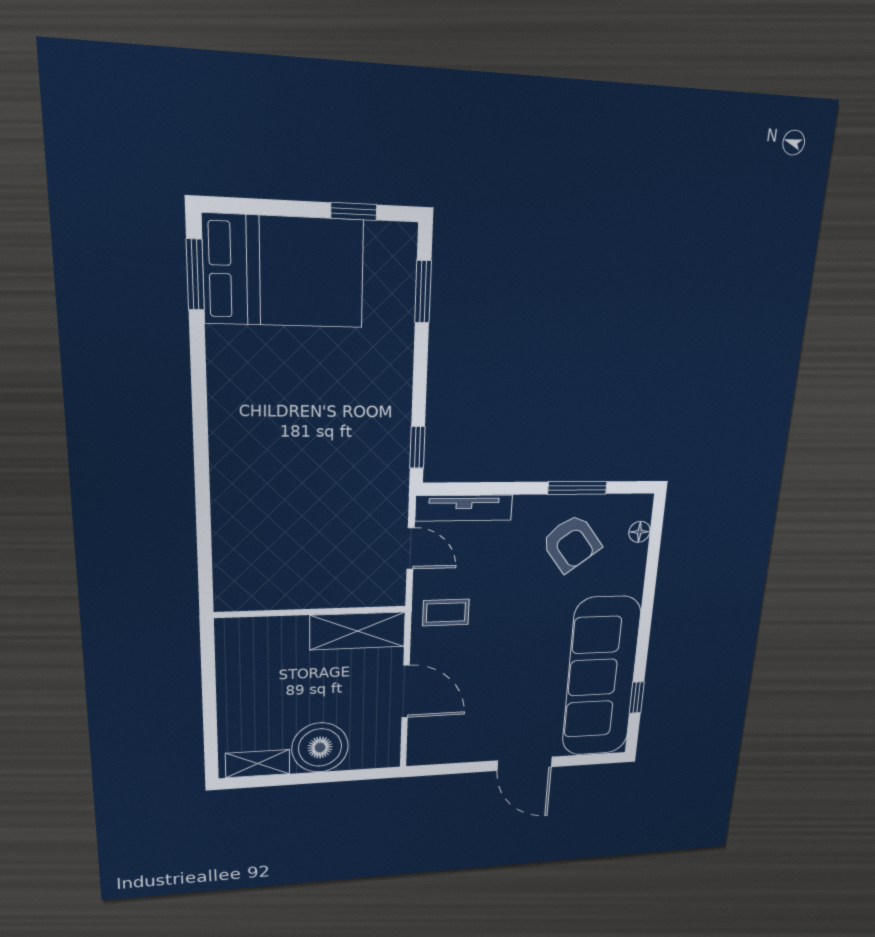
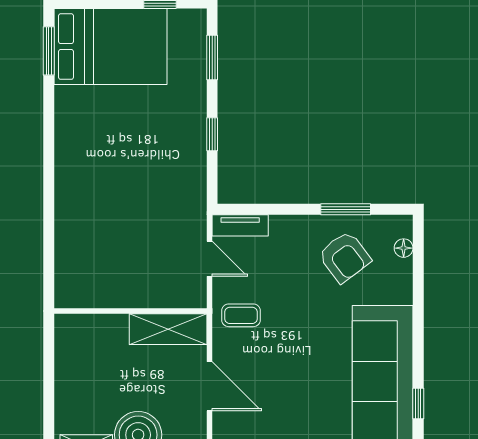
window: (417, 447) -> (212, 134), moved
tv unit: (464, 508) -> (240, 225), width x0.71

